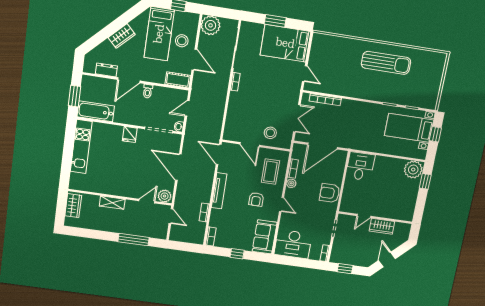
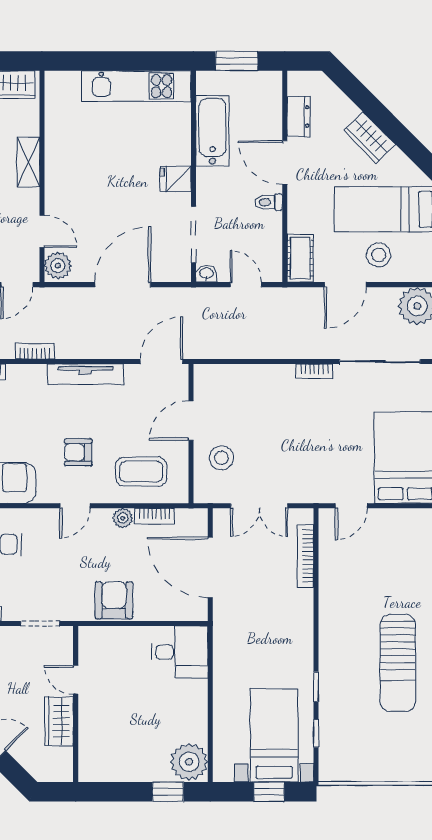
bathtub: (96, 111) -> (212, 131), moved

